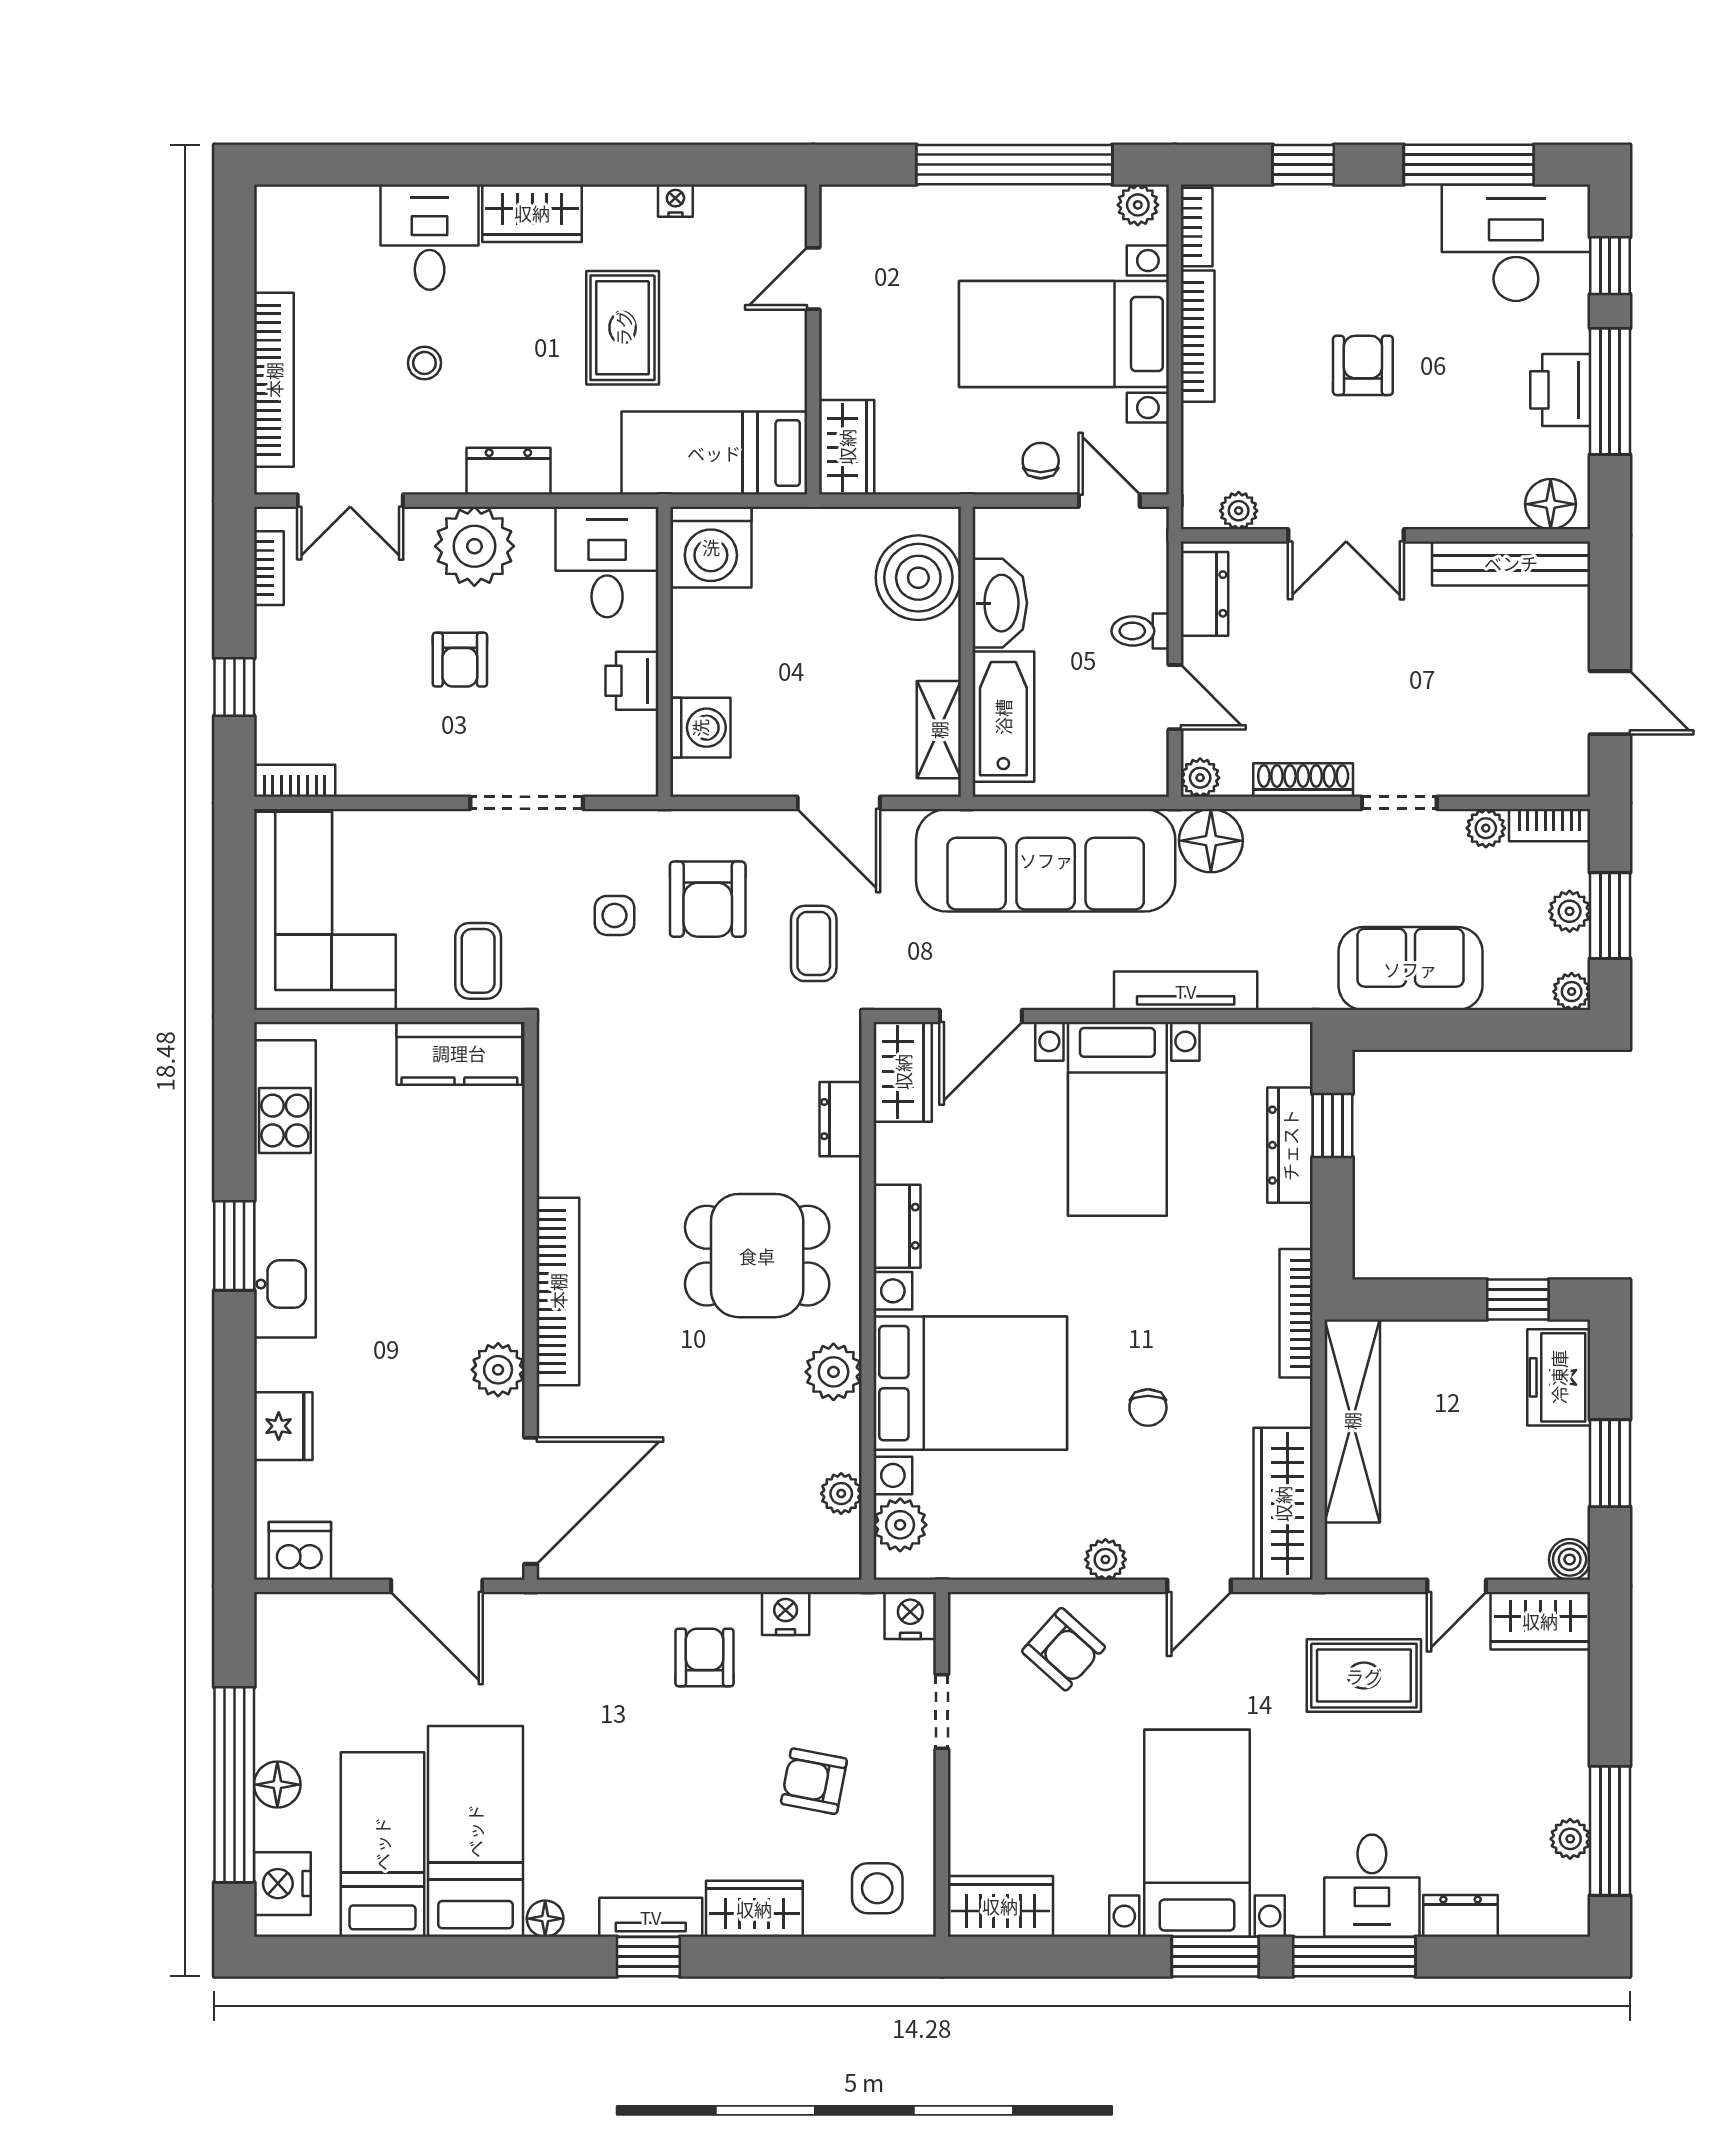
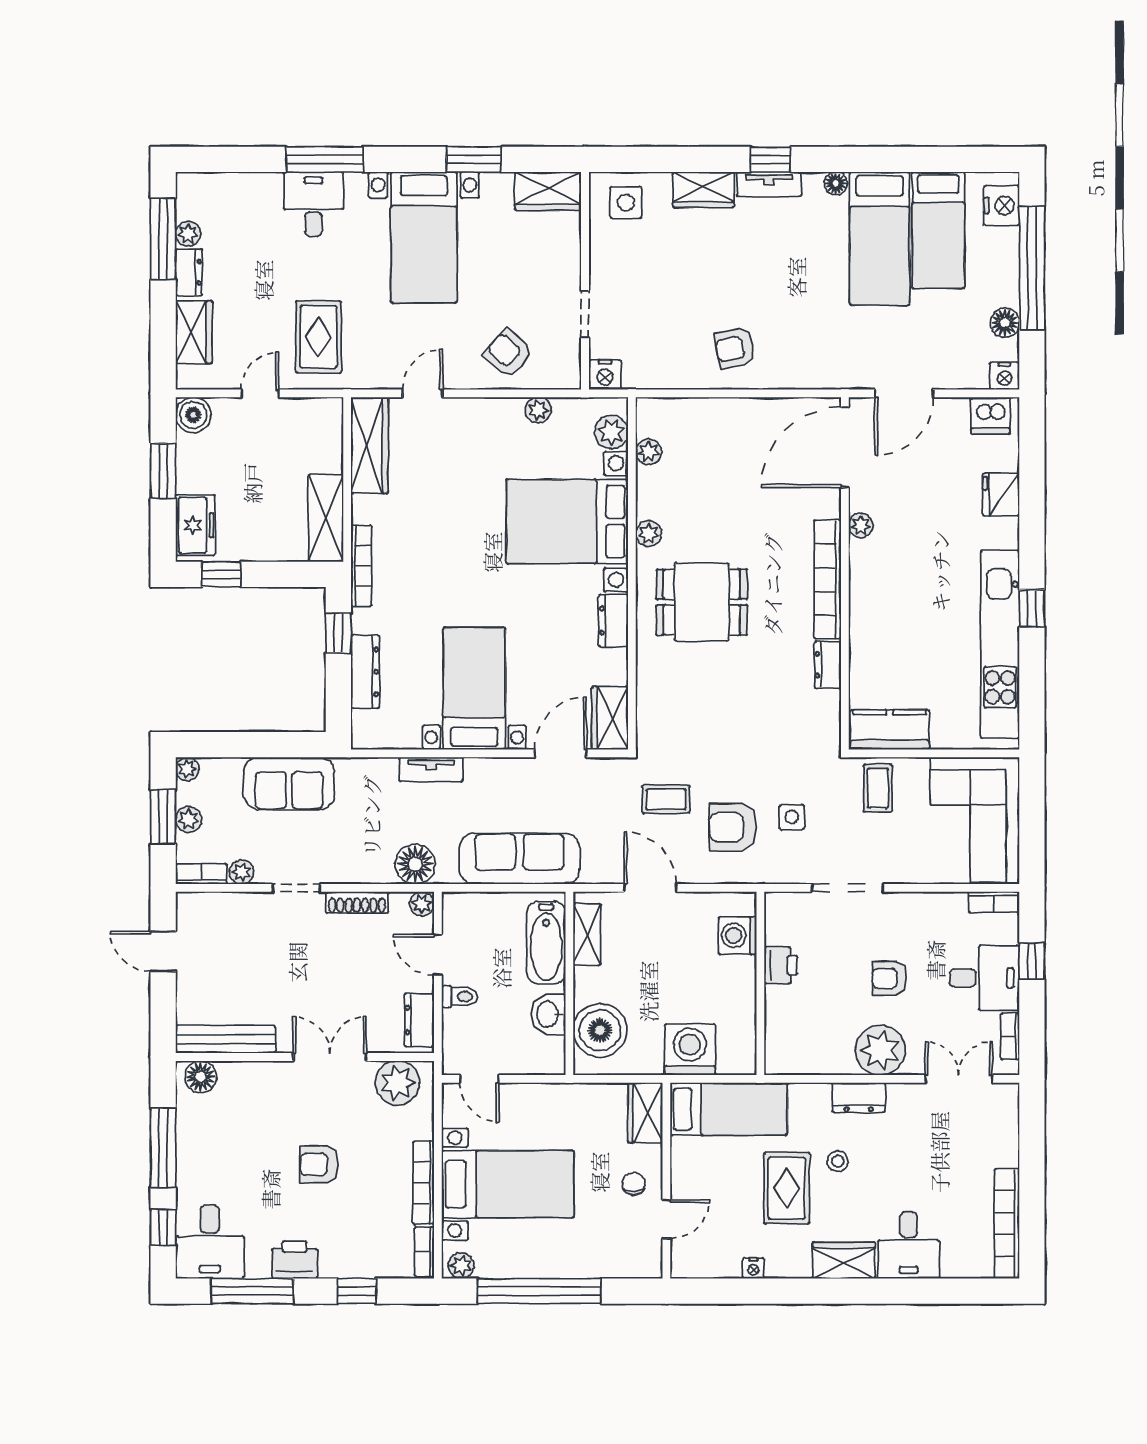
desk: (1516, 243) -> (210, 1242), width x0.73
stool: (424, 363) -> (838, 1161), moved
armchair: (1363, 365) -> (319, 1164), turned 90
bookcase: (274, 380) -> (1007, 1224), moved
printer: (1560, 390) -> (295, 1260), moved, turned -90
chair: (1041, 461) -> (634, 1184), moved, turned 180
plant: (1239, 511) -> (398, 1083), width x1.88, depth x1.88
washing machine: (711, 547) -> (690, 1050), moved
desk: (607, 562) -> (984, 978), moved, turned -90
washbasin: (1000, 603) -> (548, 1014), width x0.72
armchair: (460, 660) -> (889, 979), turned -90
sofa: (1046, 860) -> (520, 859), width x0.74, depth x0.79
armchair: (708, 899) -> (733, 827), turned -90
coffee table: (814, 943) -> (666, 799), turned 90
tv unit: (1186, 991) -> (431, 769), width x0.71
dresser: (841, 1119) -> (828, 665), moved, turned 180
window: (1332, 1125) -> (338, 633), moved
window: (234, 1246) -> (1032, 608), width x0.67
plant: (498, 1370) -> (861, 525), width x0.73, depth x0.73
plant: (833, 1372) -> (649, 534), width x0.73, depth x0.73
chair: (1148, 1408) -> (455, 506), removed
shelving: (1352, 1421) -> (326, 518), width x0.68
boiler: (1570, 1559) -> (193, 415), width x1.36, depth x1.36
plant: (1105, 1560) -> (538, 410), moved
door: (437, 1586) -> (904, 393), swing flipped
nightstand: (786, 1613) -> (1004, 376), moved
wardrobe: (1540, 1621) -> (194, 332), moved, turned 90
armchair: (704, 1657) -> (735, 348), turned 80
rug: (1364, 1676) -> (319, 337), turned 90
armchair: (814, 1781) -> (666, 270), removed
floor lamp: (277, 1785) -> (1005, 323), moved
dresser: (1461, 1916) -> (189, 272), moved, turned -90
window: (1215, 1957) -> (474, 159), moved

